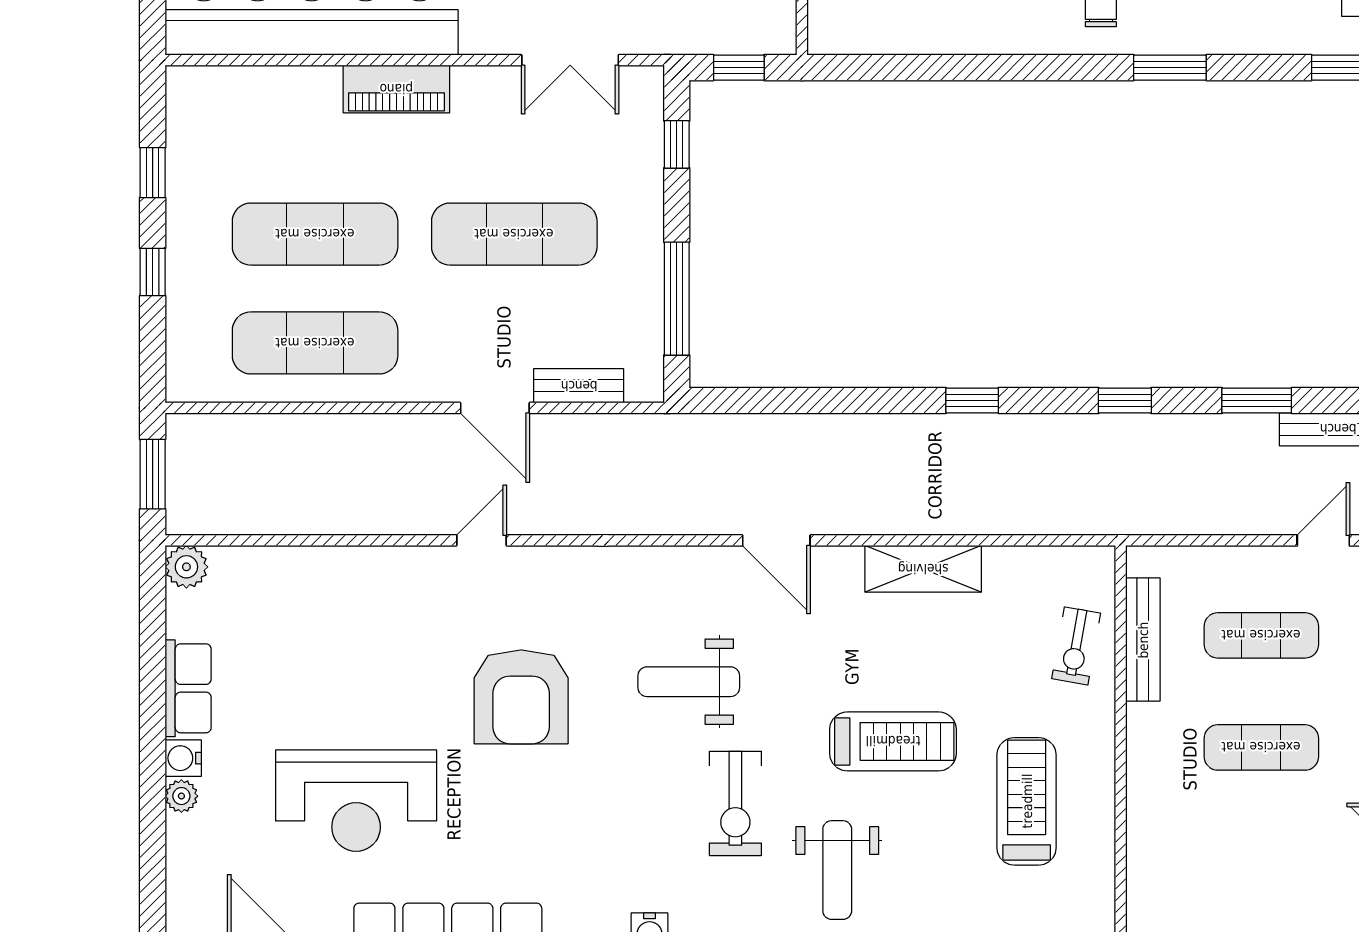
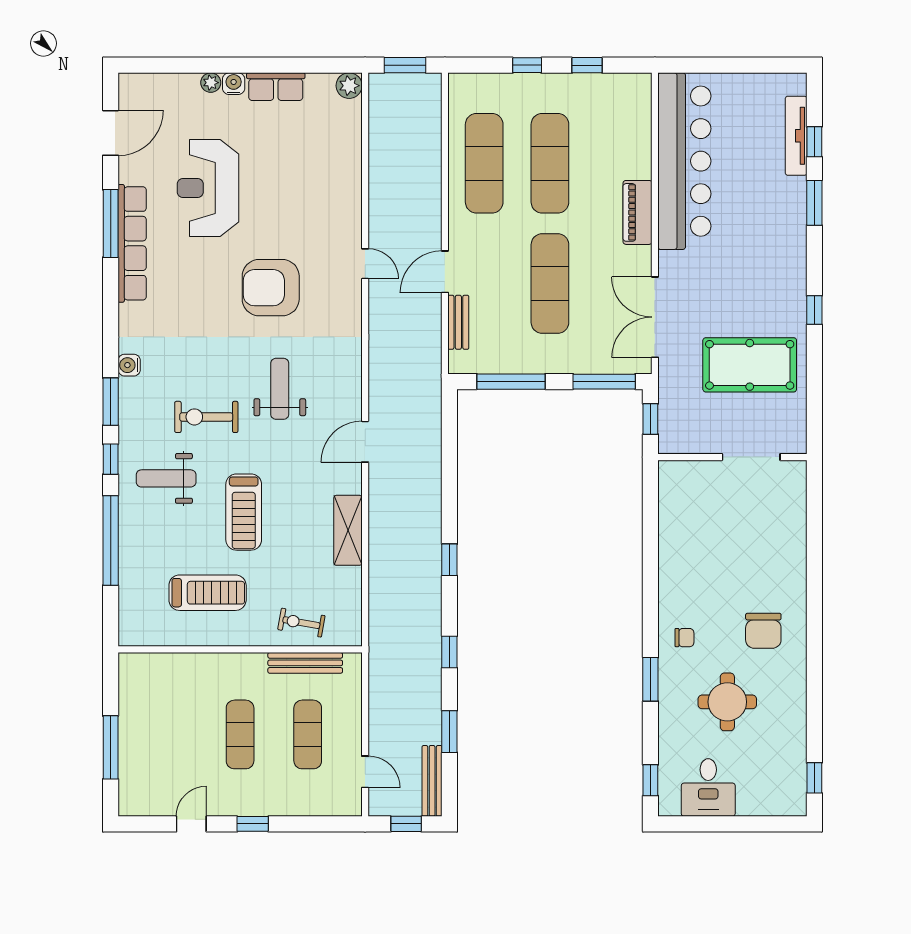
double door: (570, 60) -> (655, 317), width x1.37
window: (677, 144) -> (604, 382), width x2.17

